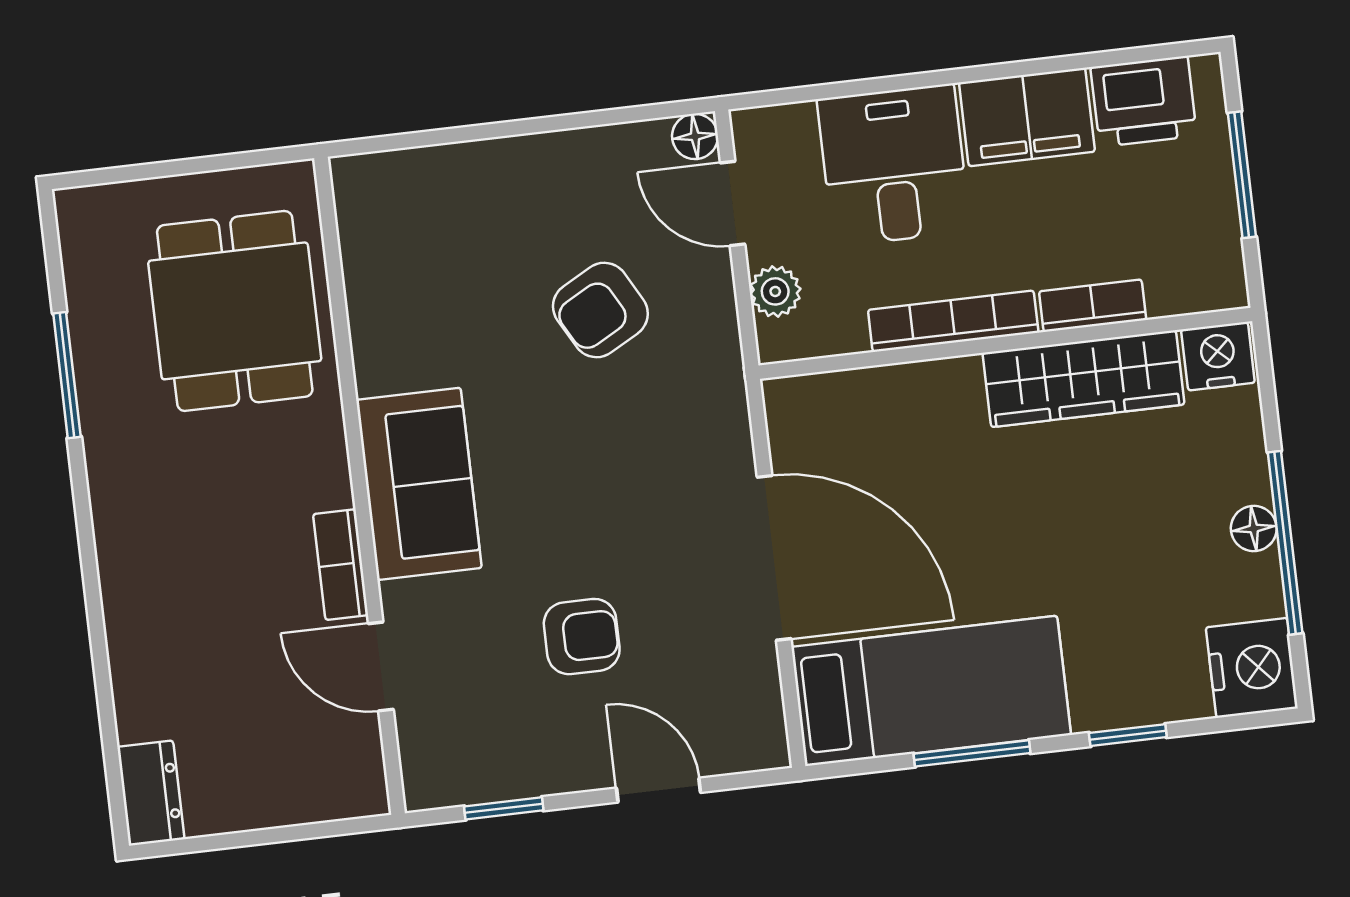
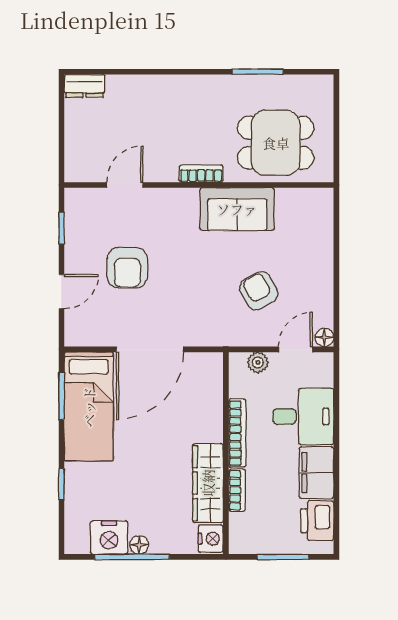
sofa: (419, 484) -> (237, 209), moved
bookcase: (341, 565) -> (201, 174), moved
armchair: (582, 637) -> (127, 268), width x1.38, depth x1.38
nightstand: (1252, 668) -> (109, 538), moved
window: (972, 753) -> (61, 396), moved

